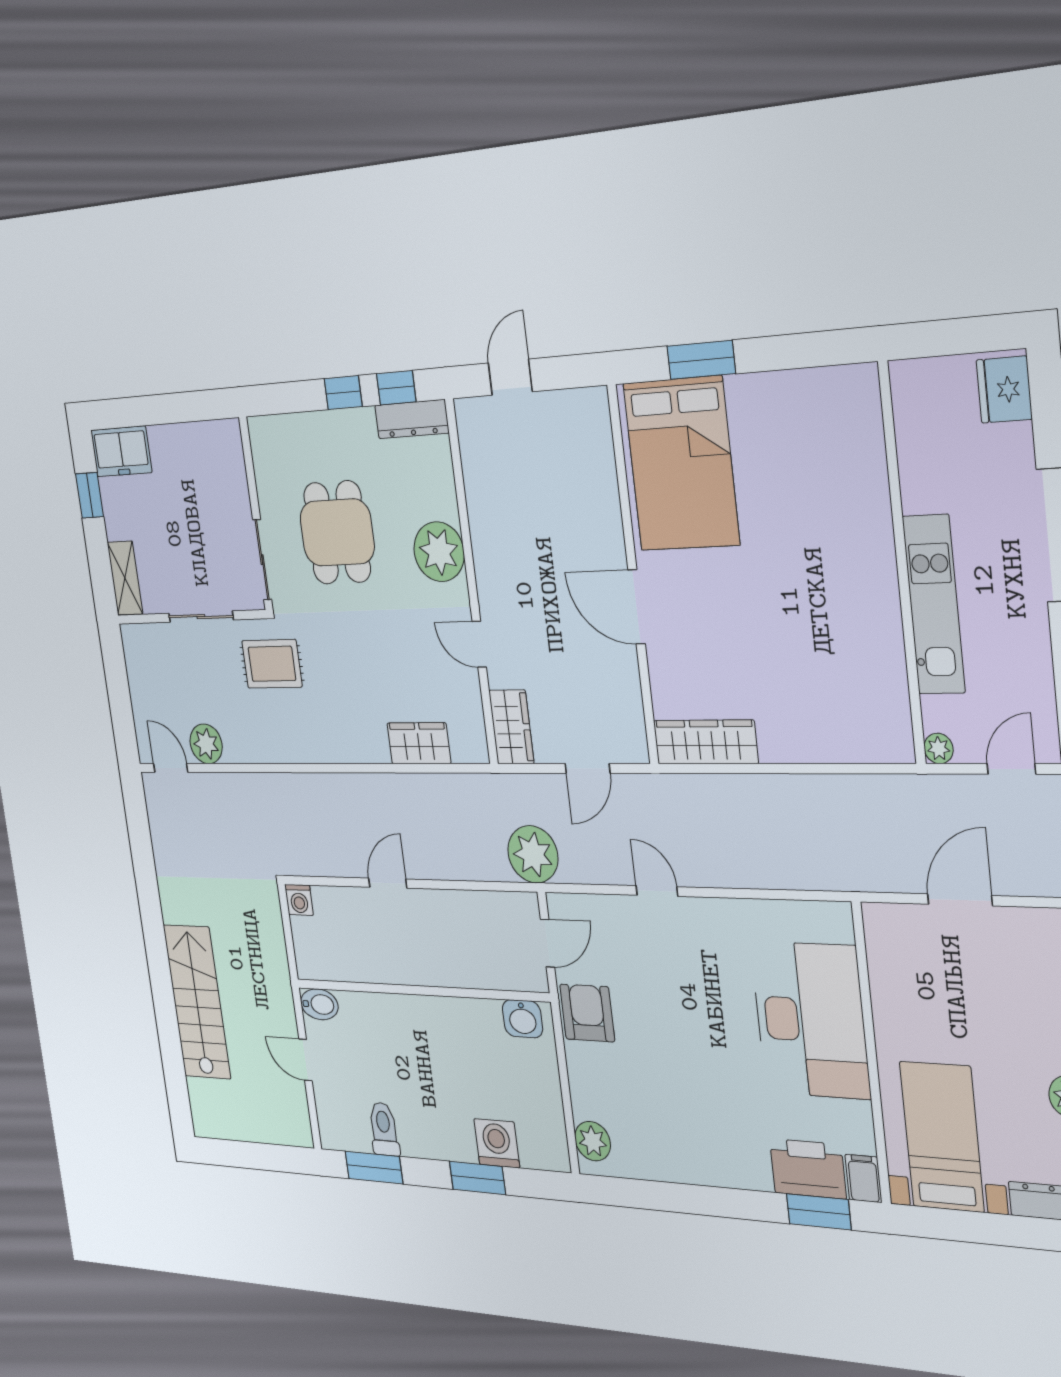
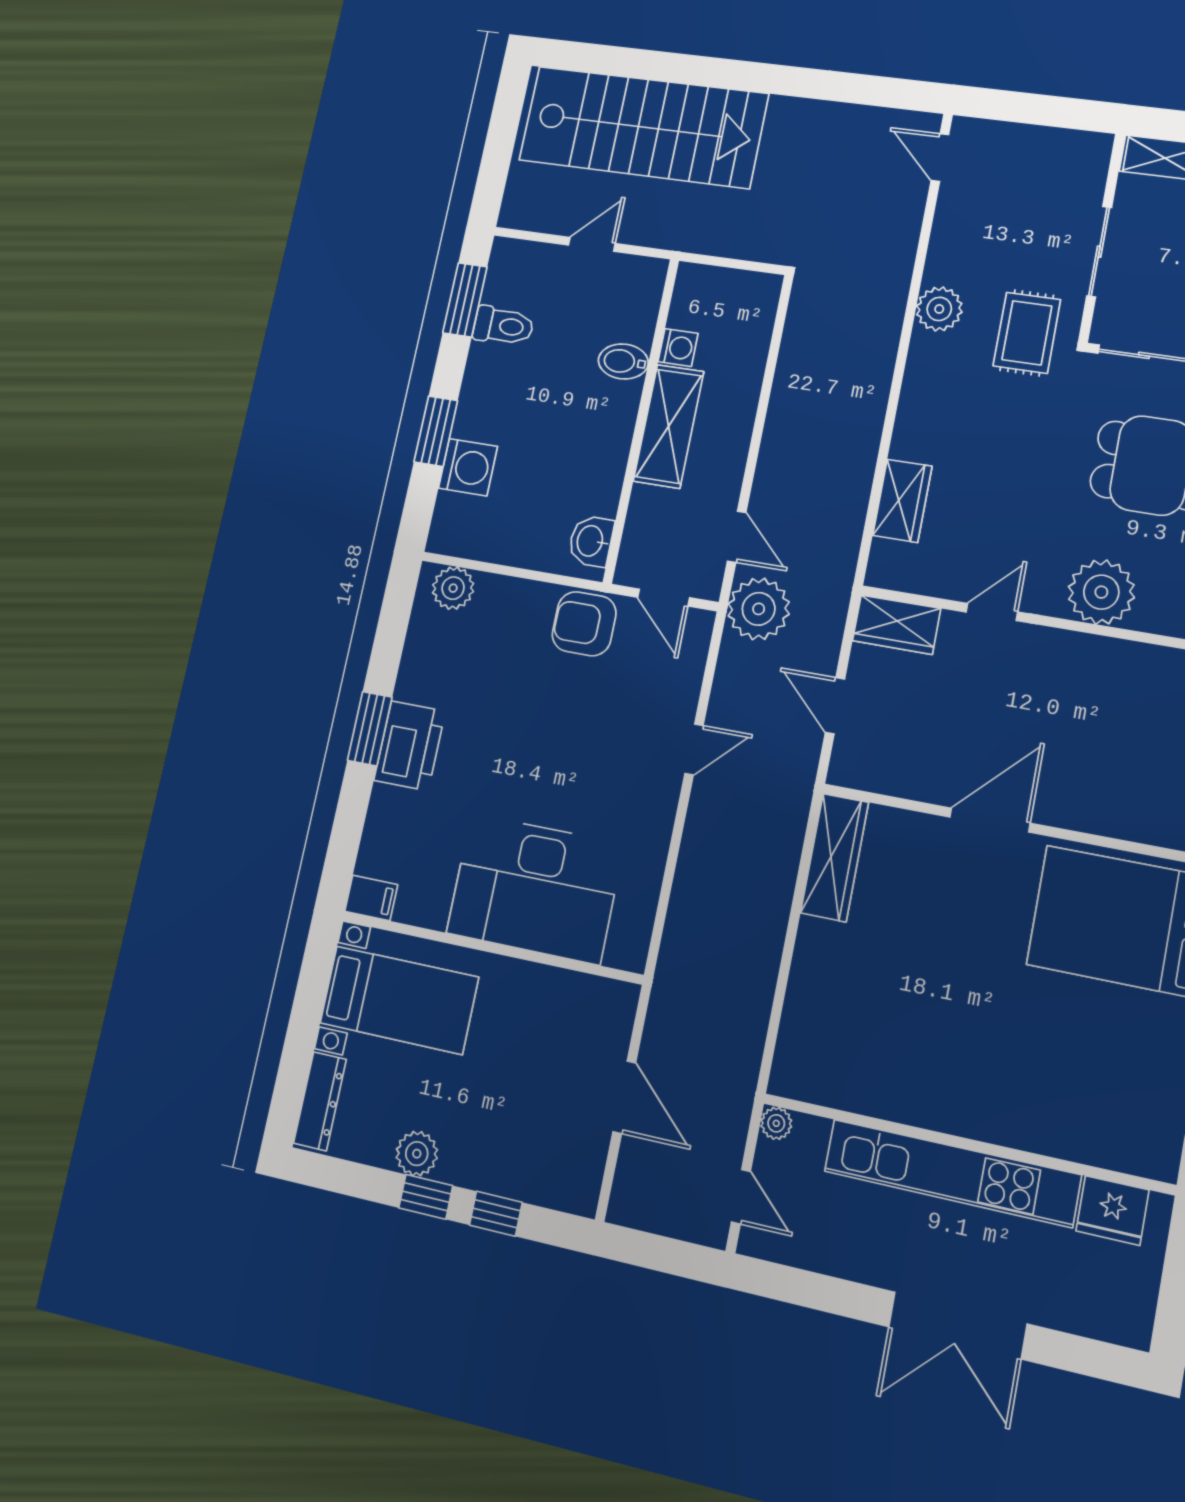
fridge: (1004, 390) -> (1112, 1211), moved, turned 180
kitchen unit: (934, 605) -> (952, 1173), width x1.36
plant: (206, 744) -> (939, 309), moved
door: (171, 768) -> (940, 158), swing flipped
door: (388, 883) -> (737, 537), moved
washing machine: (299, 900) -> (678, 348), moved, turned 180
shelving: (419, 965) -> (669, 426), added
stairs: (197, 1002) -> (643, 127), width x1.36, depth x1.51
bidet: (319, 1004) -> (623, 361), moved, turned 90
armchair: (587, 1013) -> (584, 624), turned 180
printer: (808, 1169) -> (410, 746), moved
window: (819, 1212) -> (370, 729), moved

